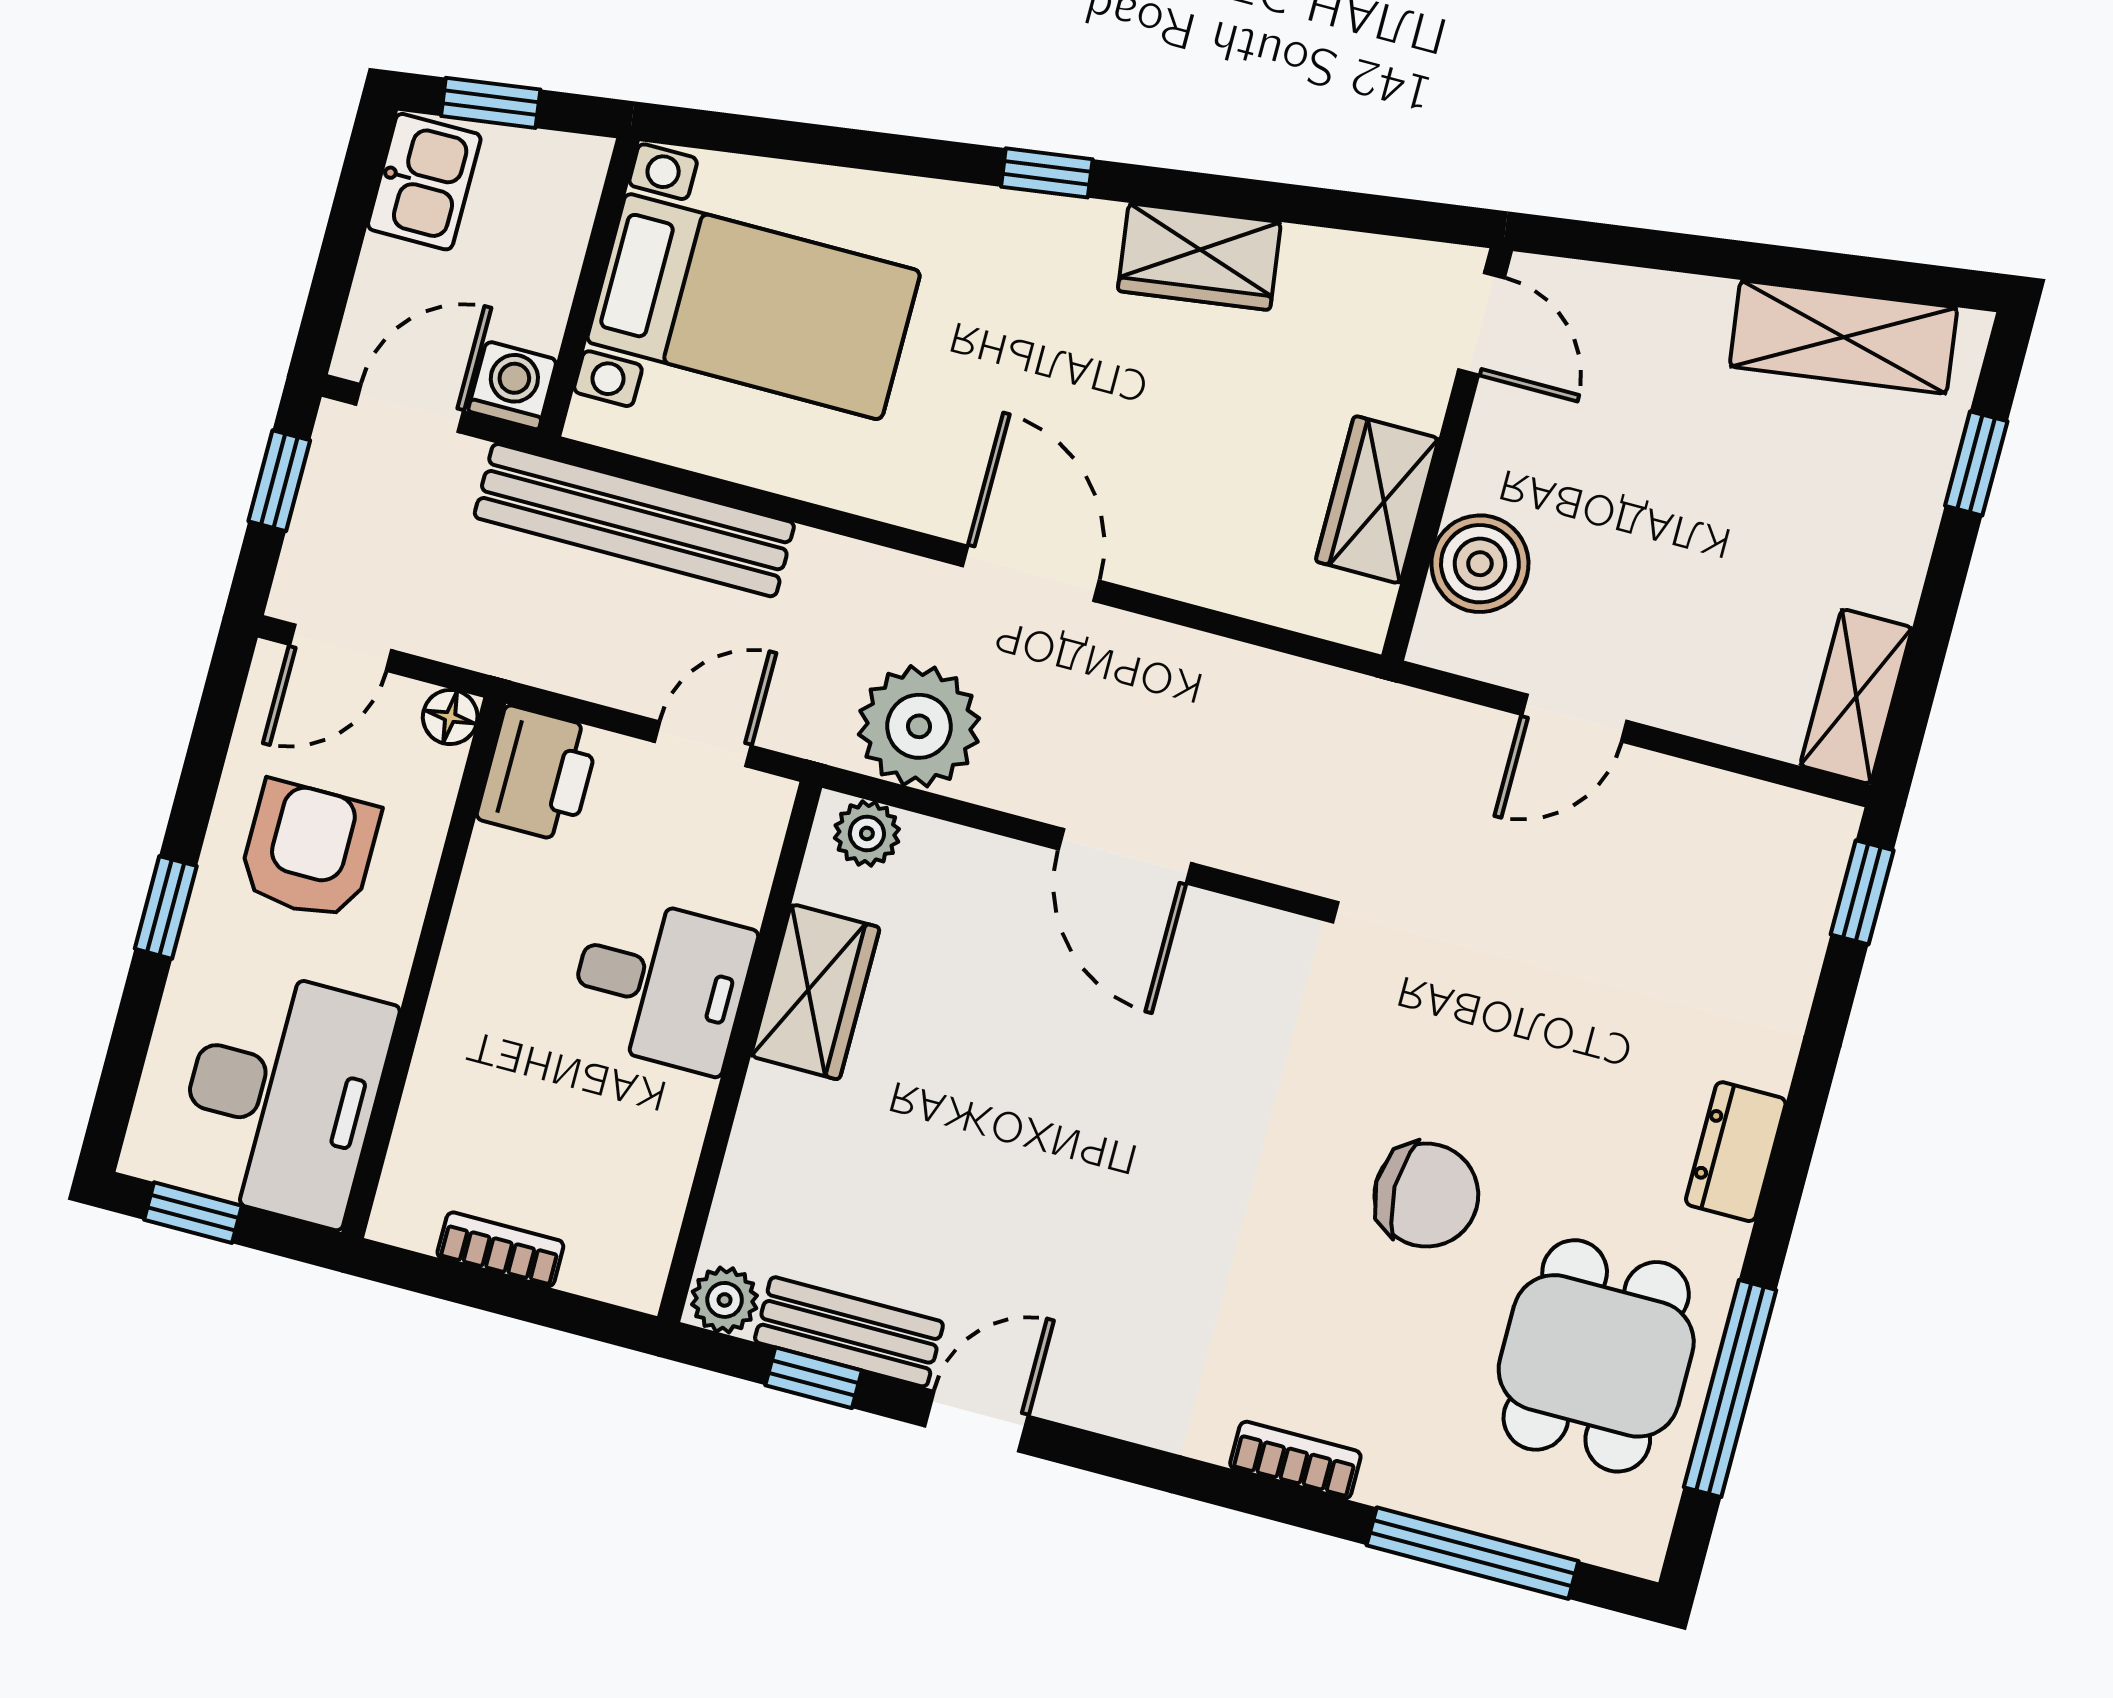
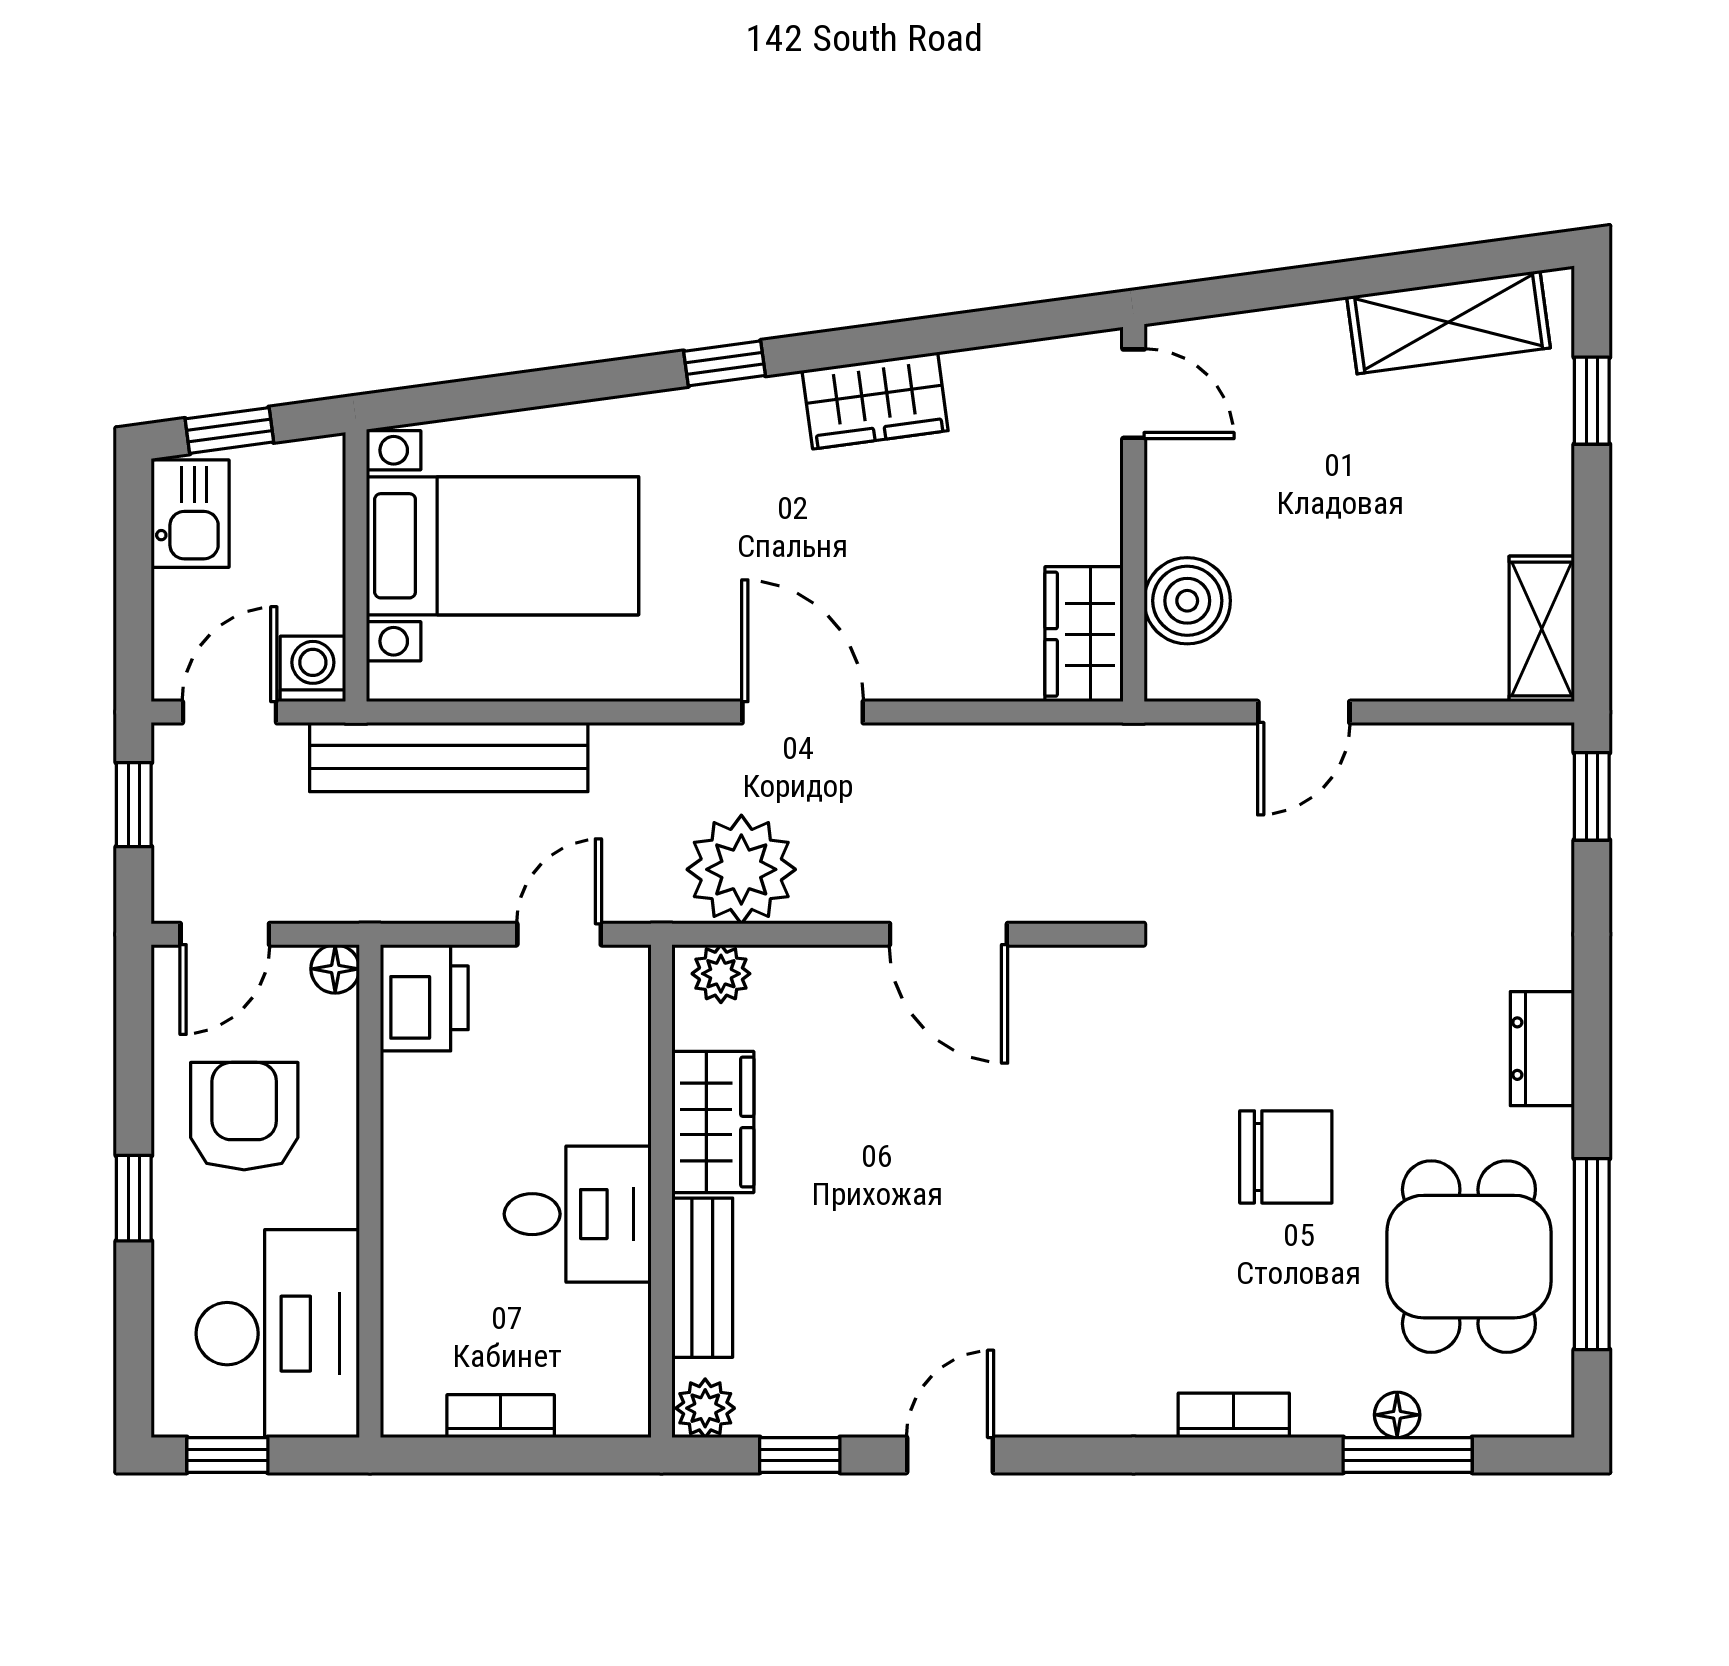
wardrobe: (1377, 500) -> (1084, 634), moved
desk: (661, 984) -> (578, 1214), moved
bench: (849, 1332) -> (702, 1278), moved, turned 90
floor lamp: (1473, 1507) -> (1397, 1415), added
window: (1473, 1553) -> (1408, 1455), width x0.69

